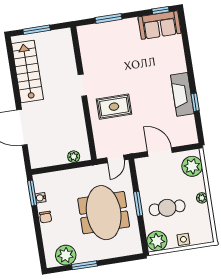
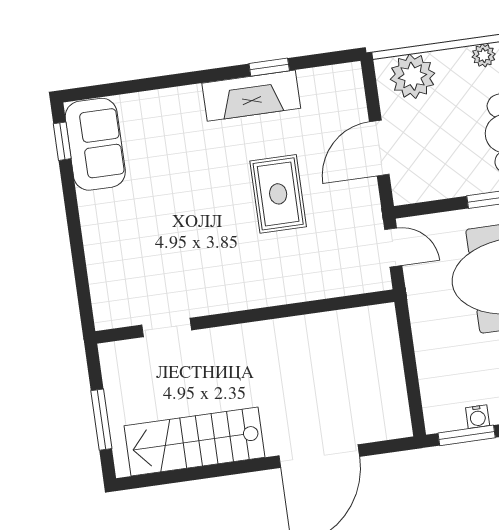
window: (109, 18) -> (79, 258), removed
doorway: (82, 85) -> (167, 327), moved
rug: (114, 107) -> (278, 194), moved
plant: (74, 157) -> (387, 341), removed

